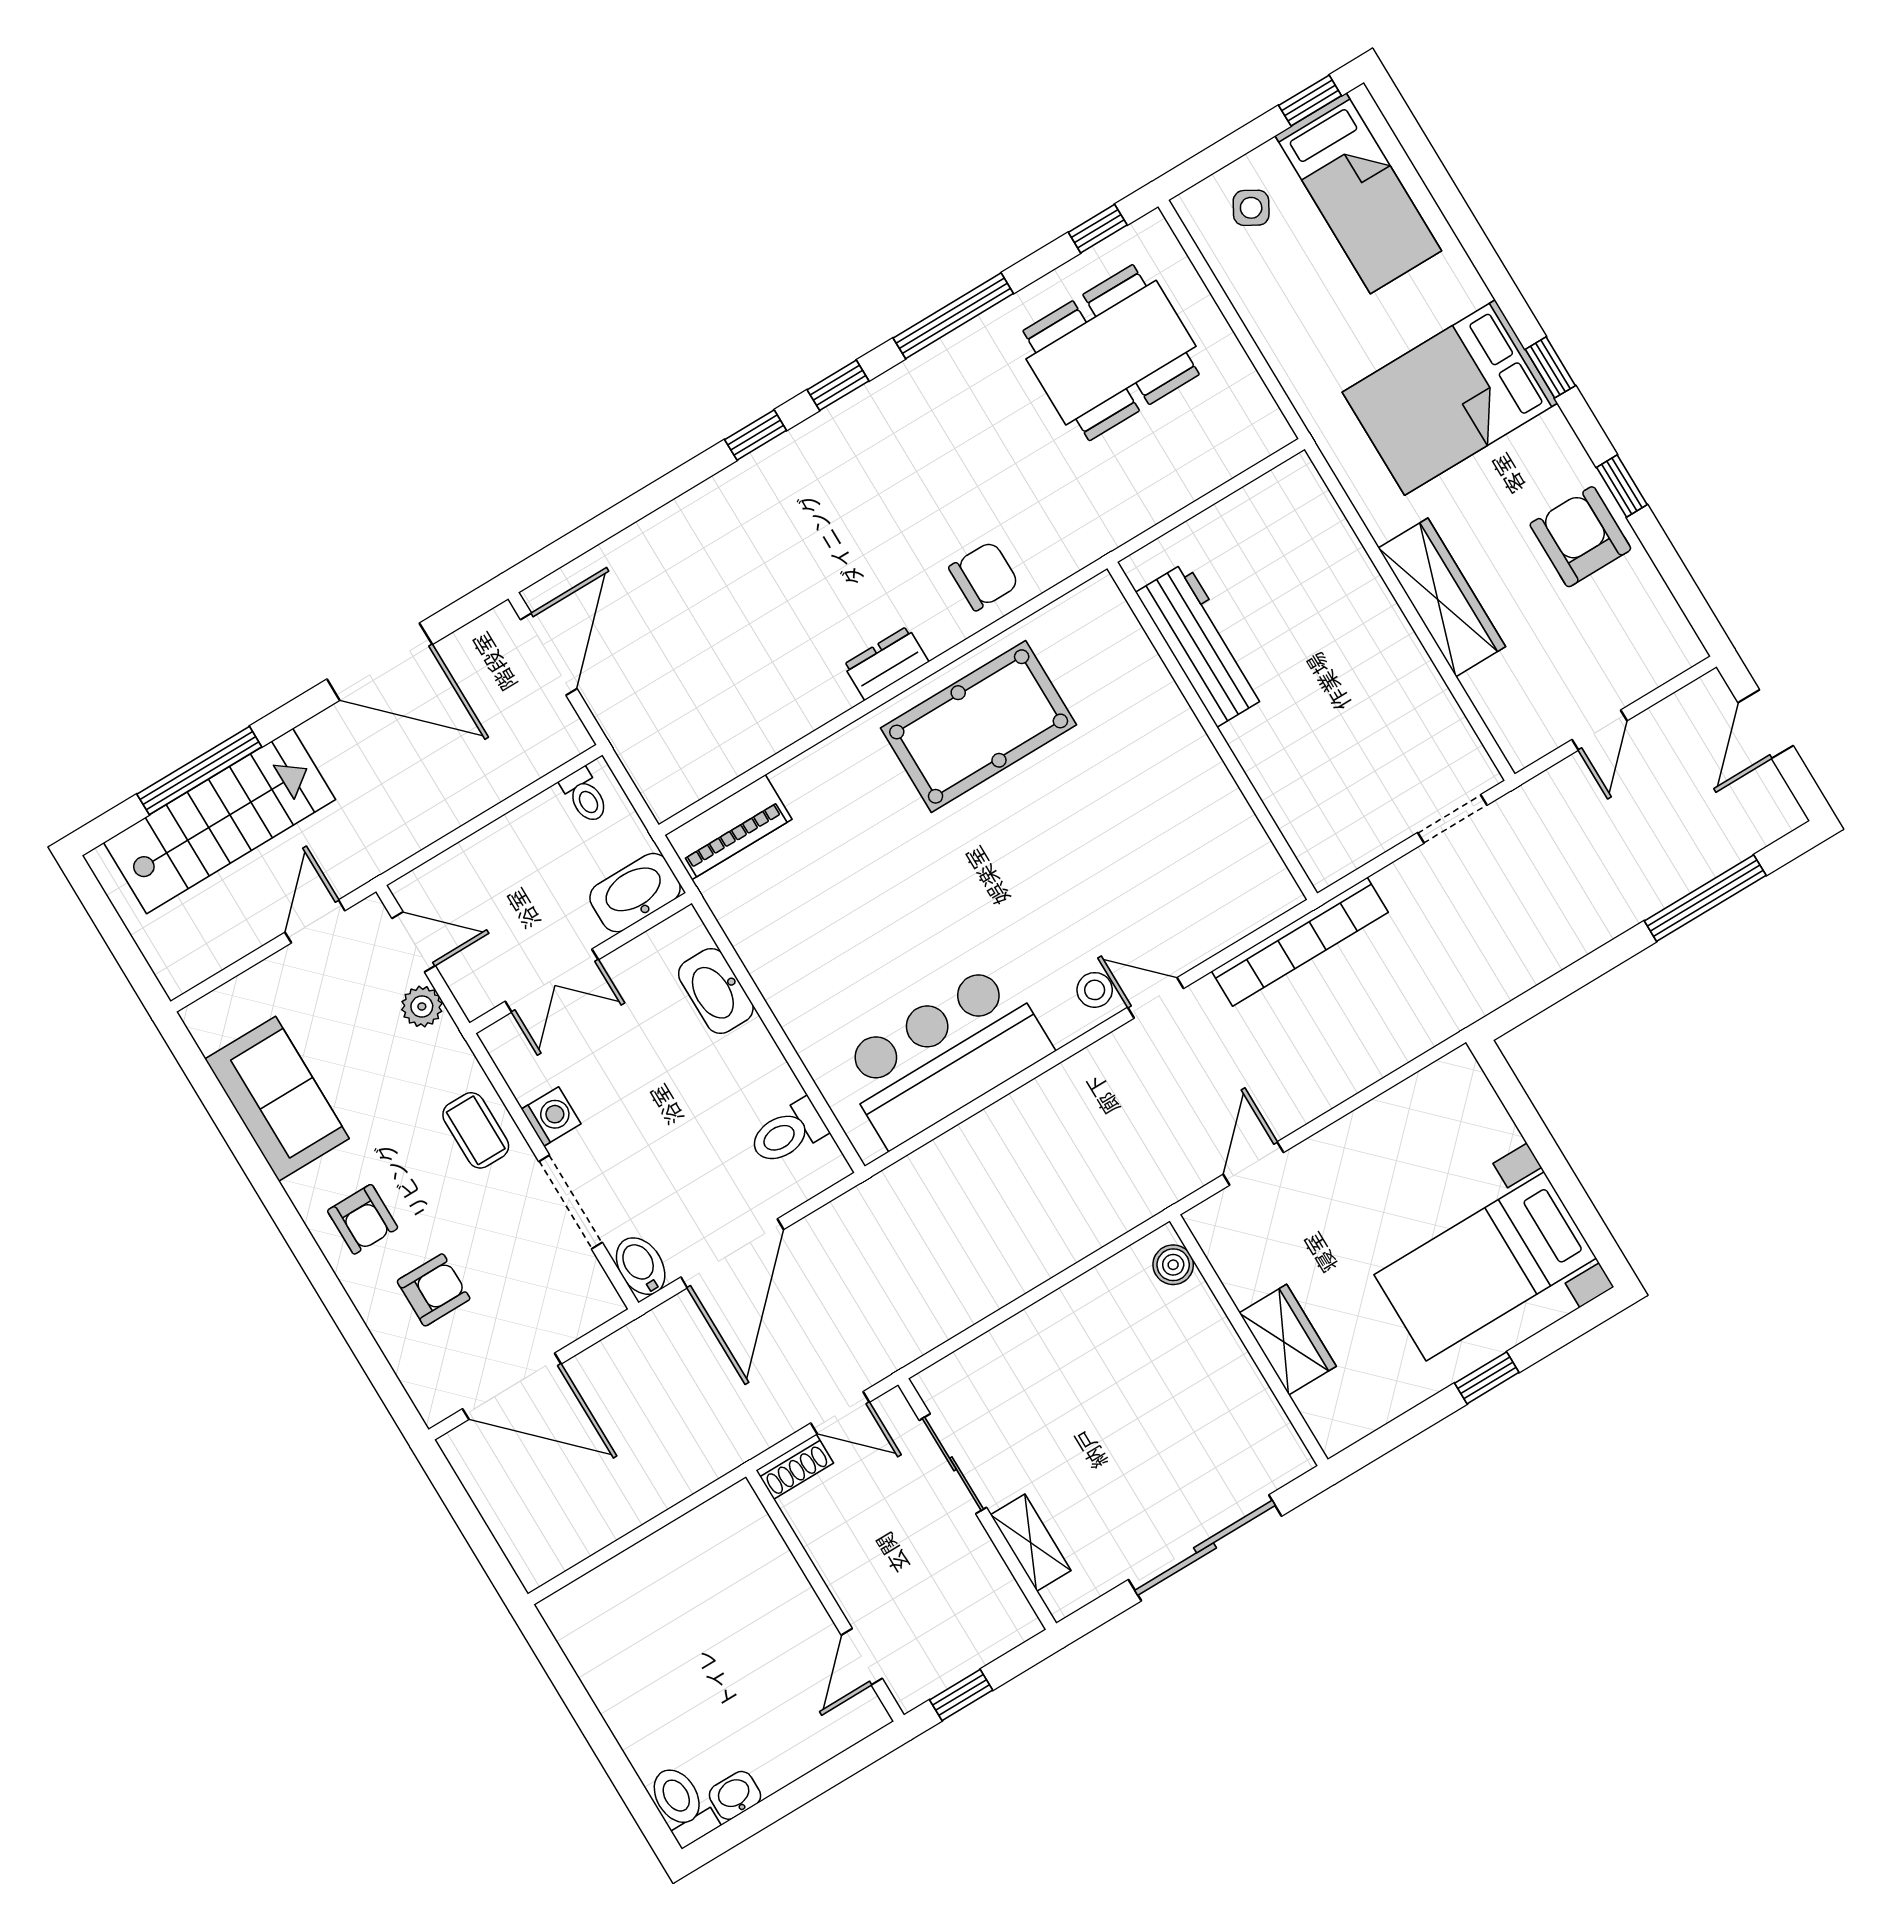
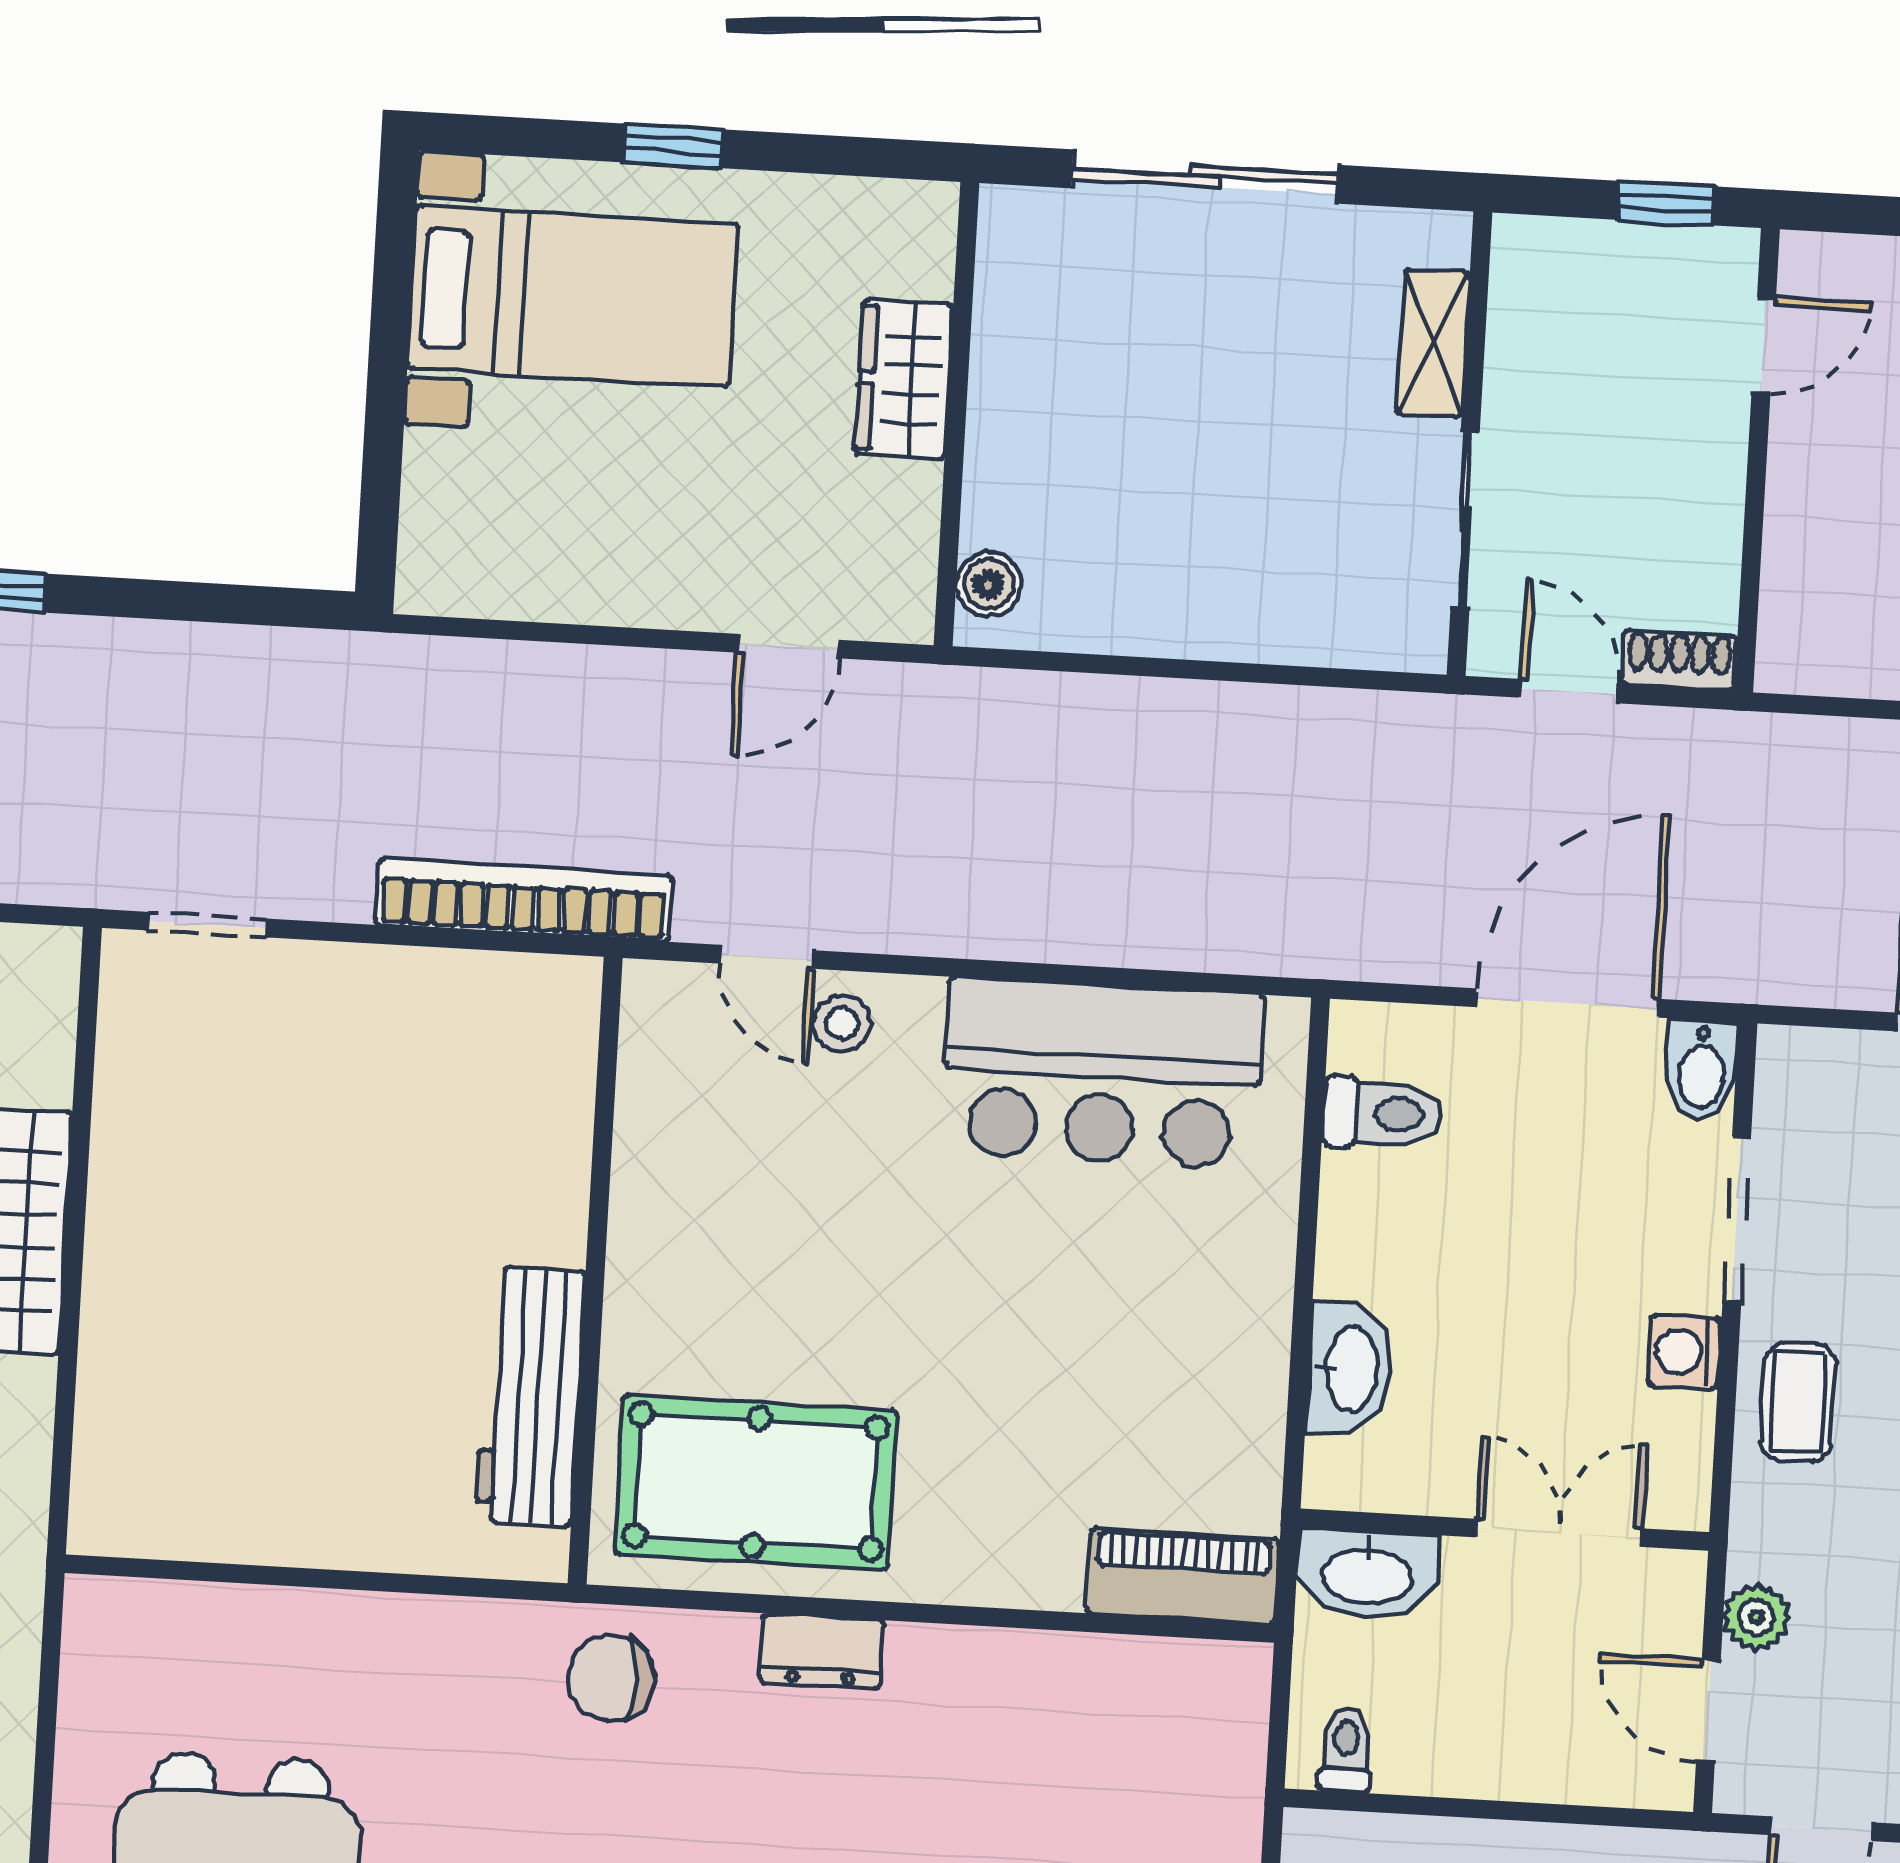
workbench: (1202, 644) -> (530, 1396), moved
wall: (1212, 731) -> (595, 1271), moved

